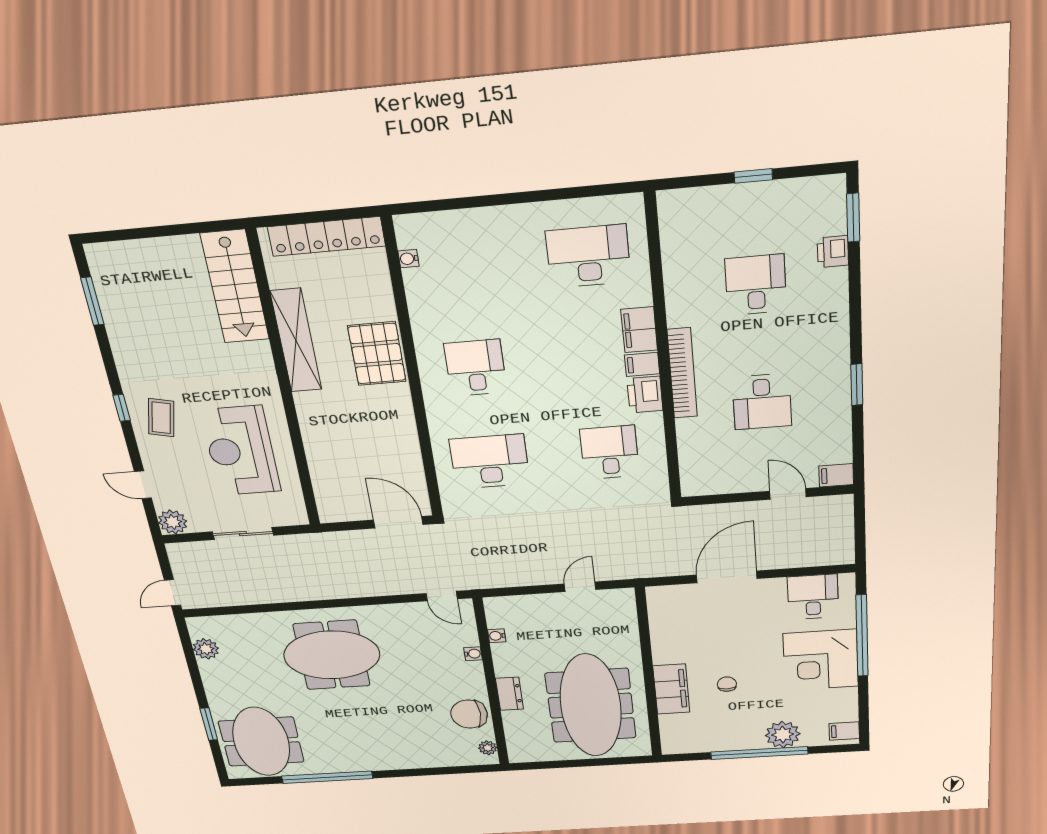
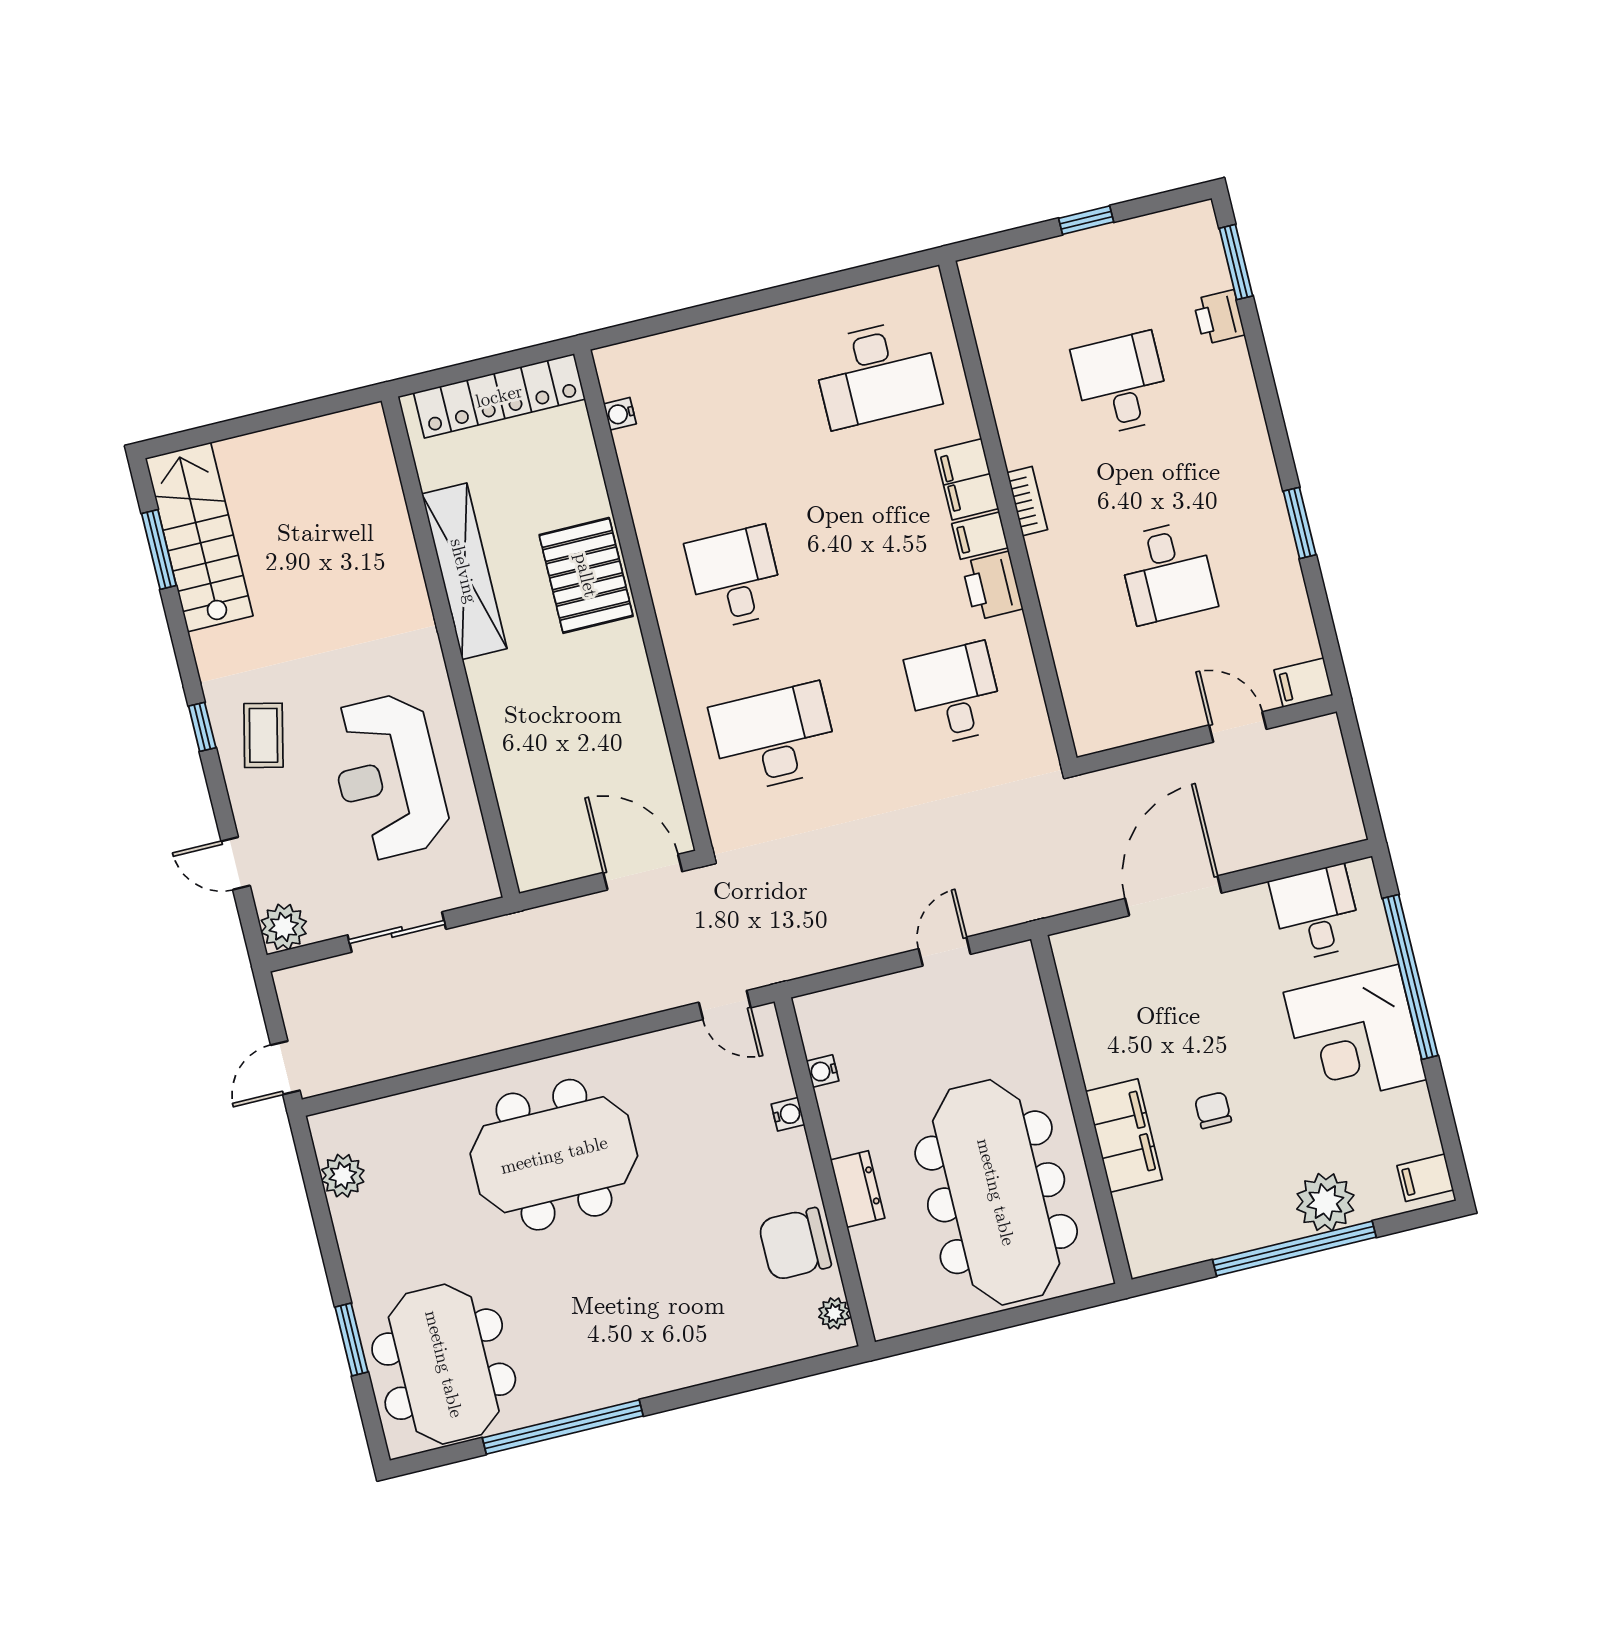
desk: (588, 256) -> (877, 373), turned 180
stairs: (235, 287) -> (199, 537), moved, turned 180
bookcase: (682, 373) -> (1027, 501), width x0.43, depth x0.76

